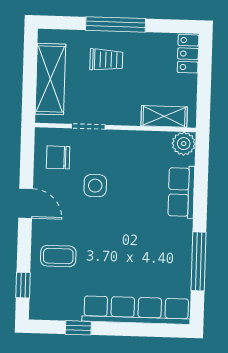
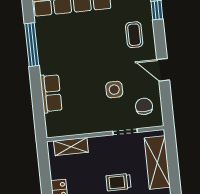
plant: (184, 144) -> (54, 129), removed
chair: (58, 157) -> (144, 106), turned -90
coffee table: (58, 256) -> (134, 35), turned 90

